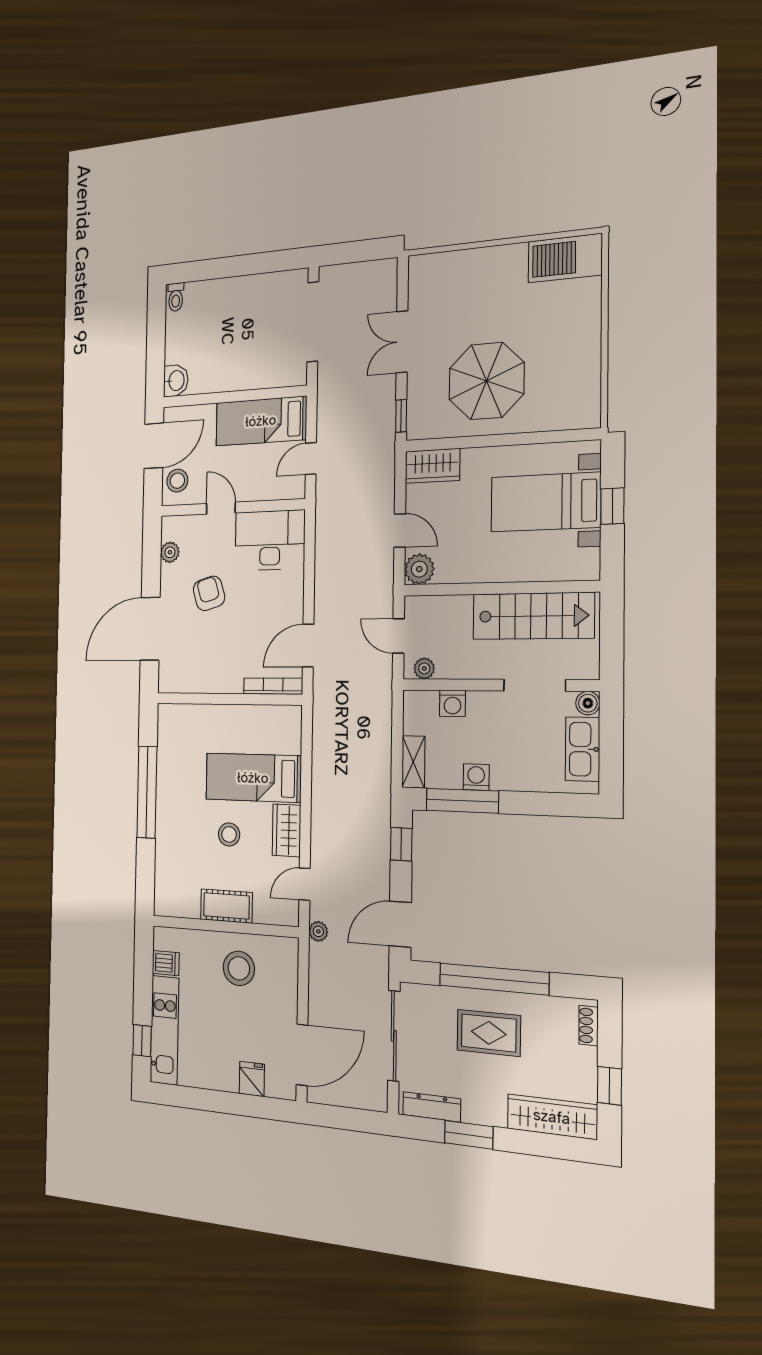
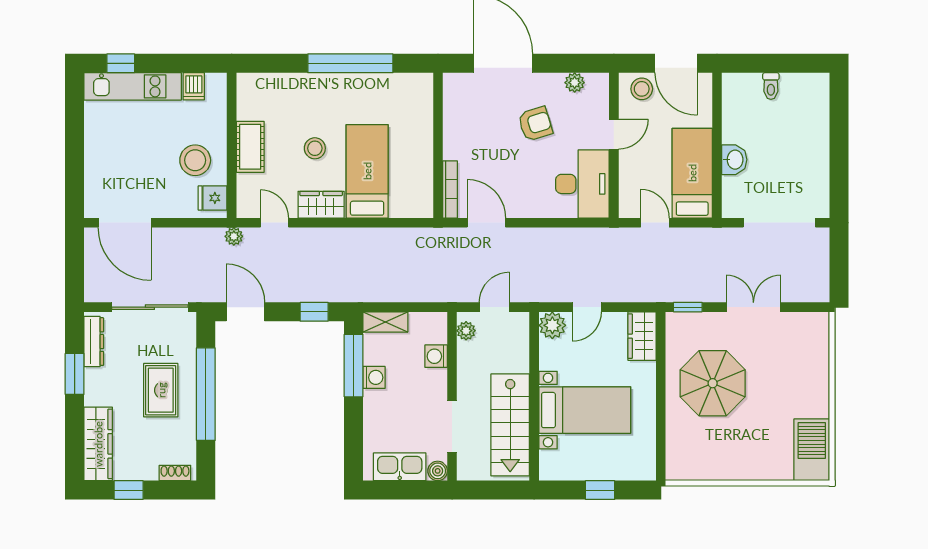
toilet: (176, 297) -> (771, 86), moved, turned -90
washbasin: (176, 381) -> (734, 160), moved, turned -90
bed with nightstands: (545, 502) -> (585, 410), moved, turned 90
fridge: (252, 1079) -> (213, 198), moved, turned 180

